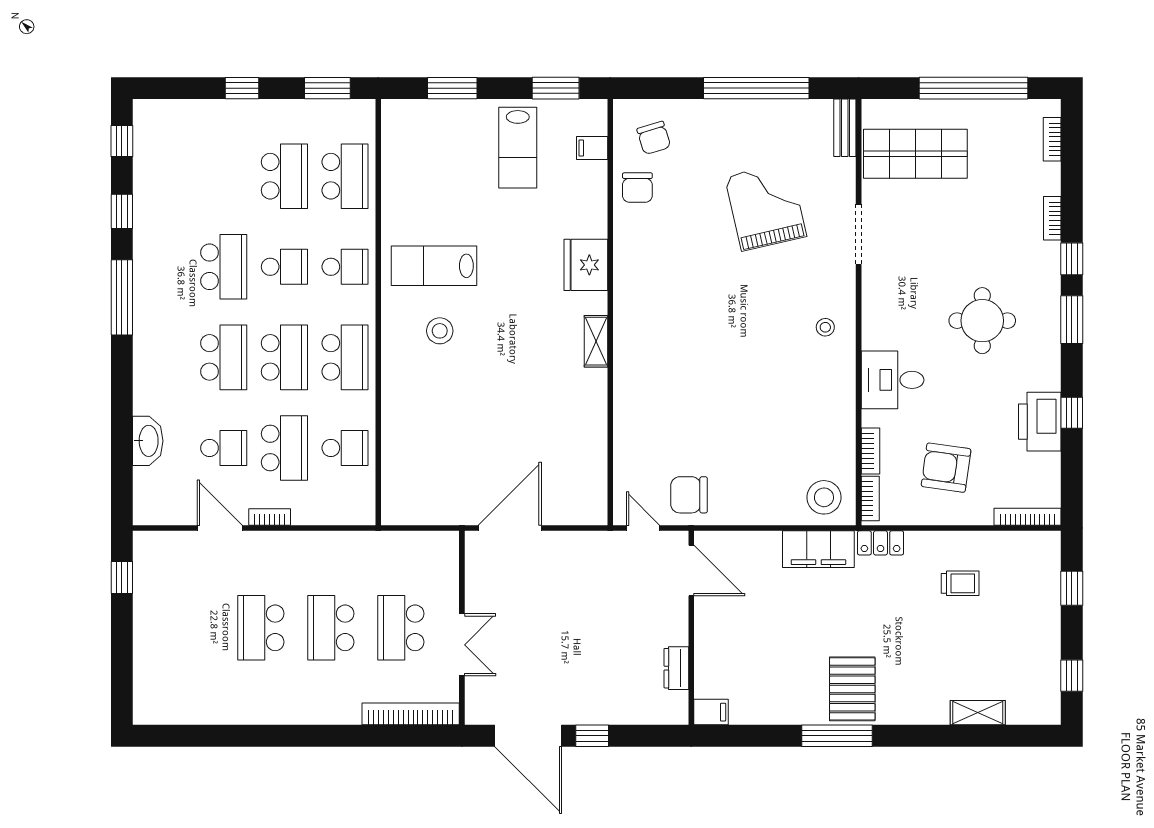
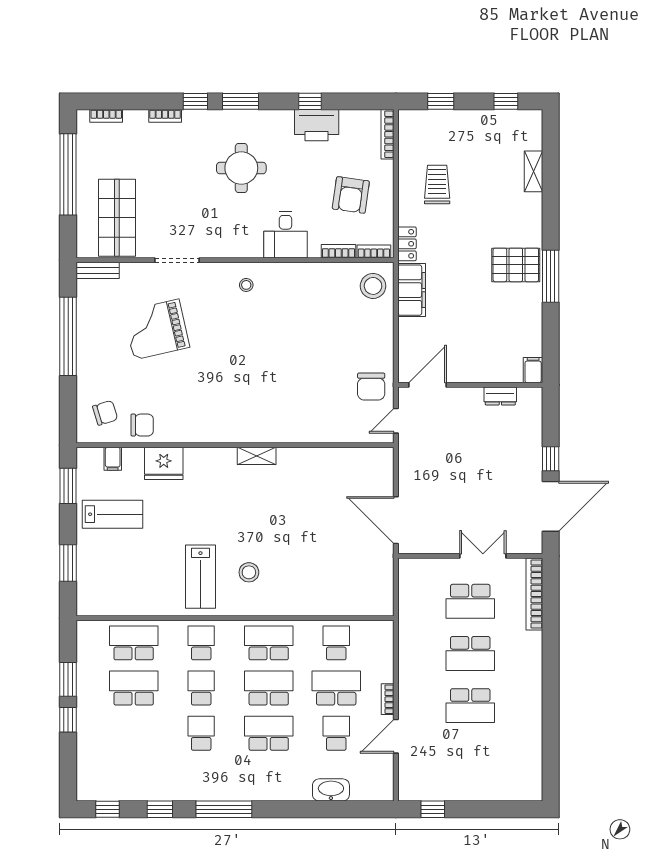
window: (327, 88) -> (68, 679), moved
fridge: (586, 265) -> (164, 463), moved
school desk: (224, 267) -> (201, 733), width x0.54
trolley: (960, 583) -> (437, 184), width x1.36, depth x1.39

